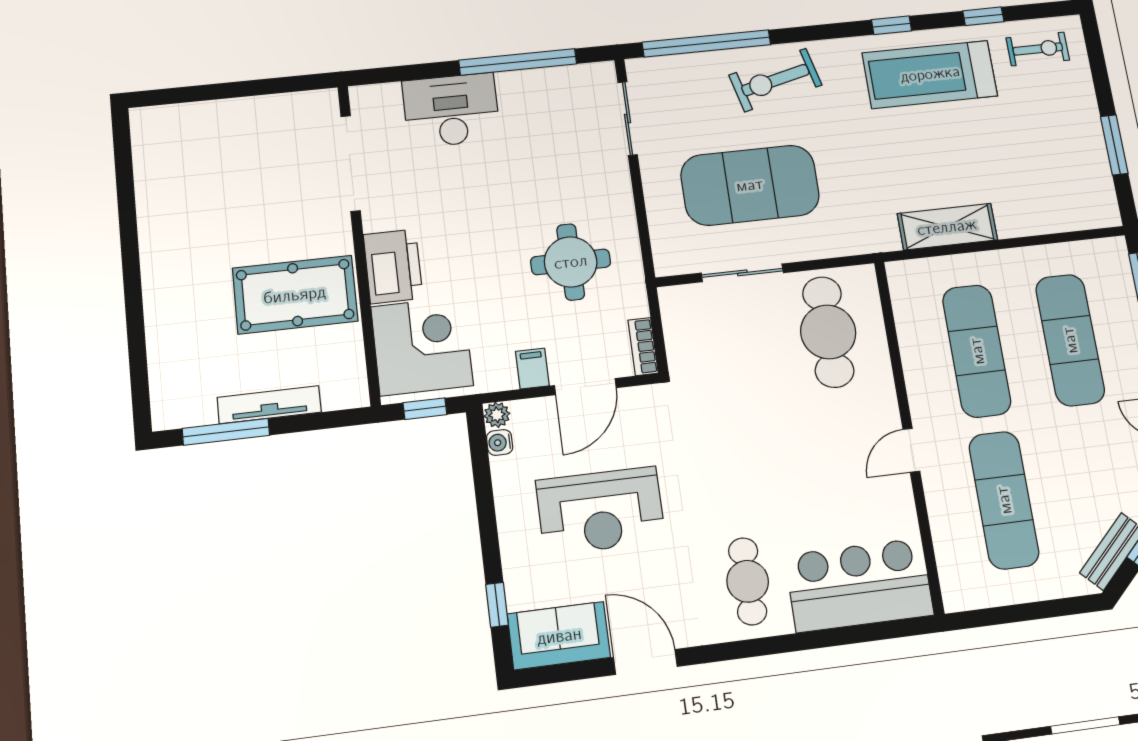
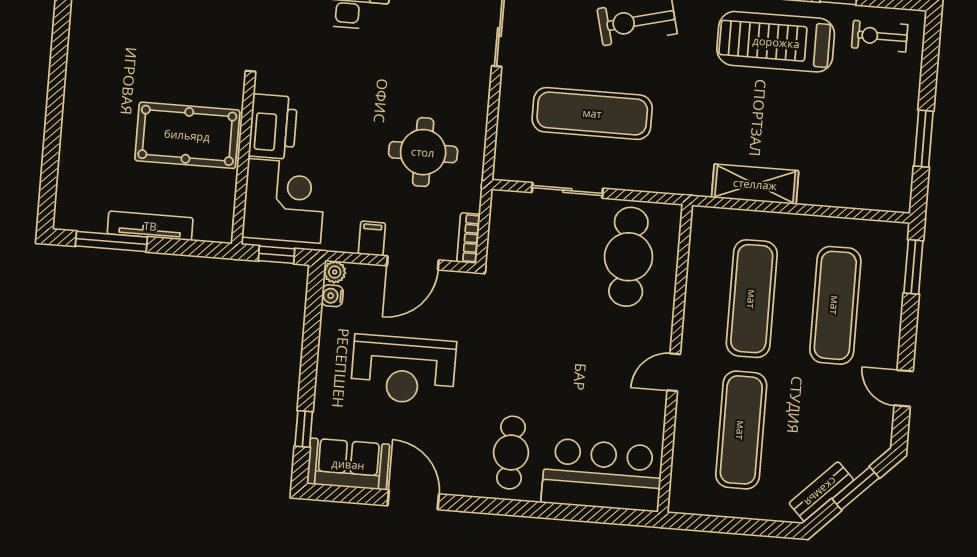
exercise bike: (1038, 49) -> (880, 36), turned 180
exercise mat: (750, 185) -> (592, 113), width x0.68

